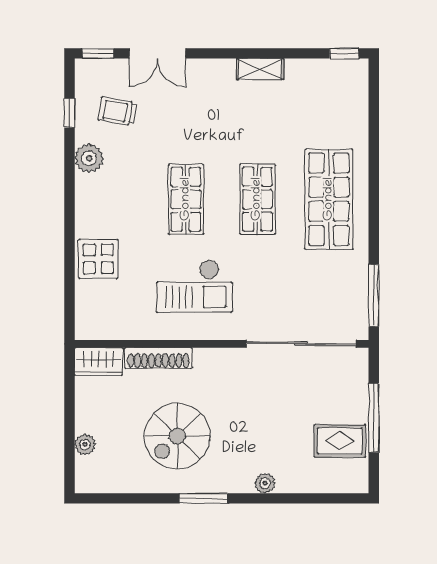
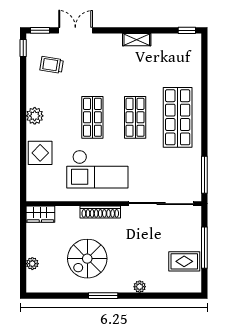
double door: (157, 53) -> (75, 30), swing flipped
window: (70, 113) -> (23, 48), moved
plant: (89, 158) -> (35, 116), moved
checkout: (194, 286) -> (97, 169), width x1.36, depth x1.21
shoe rack: (158, 358) -> (100, 212), moved

